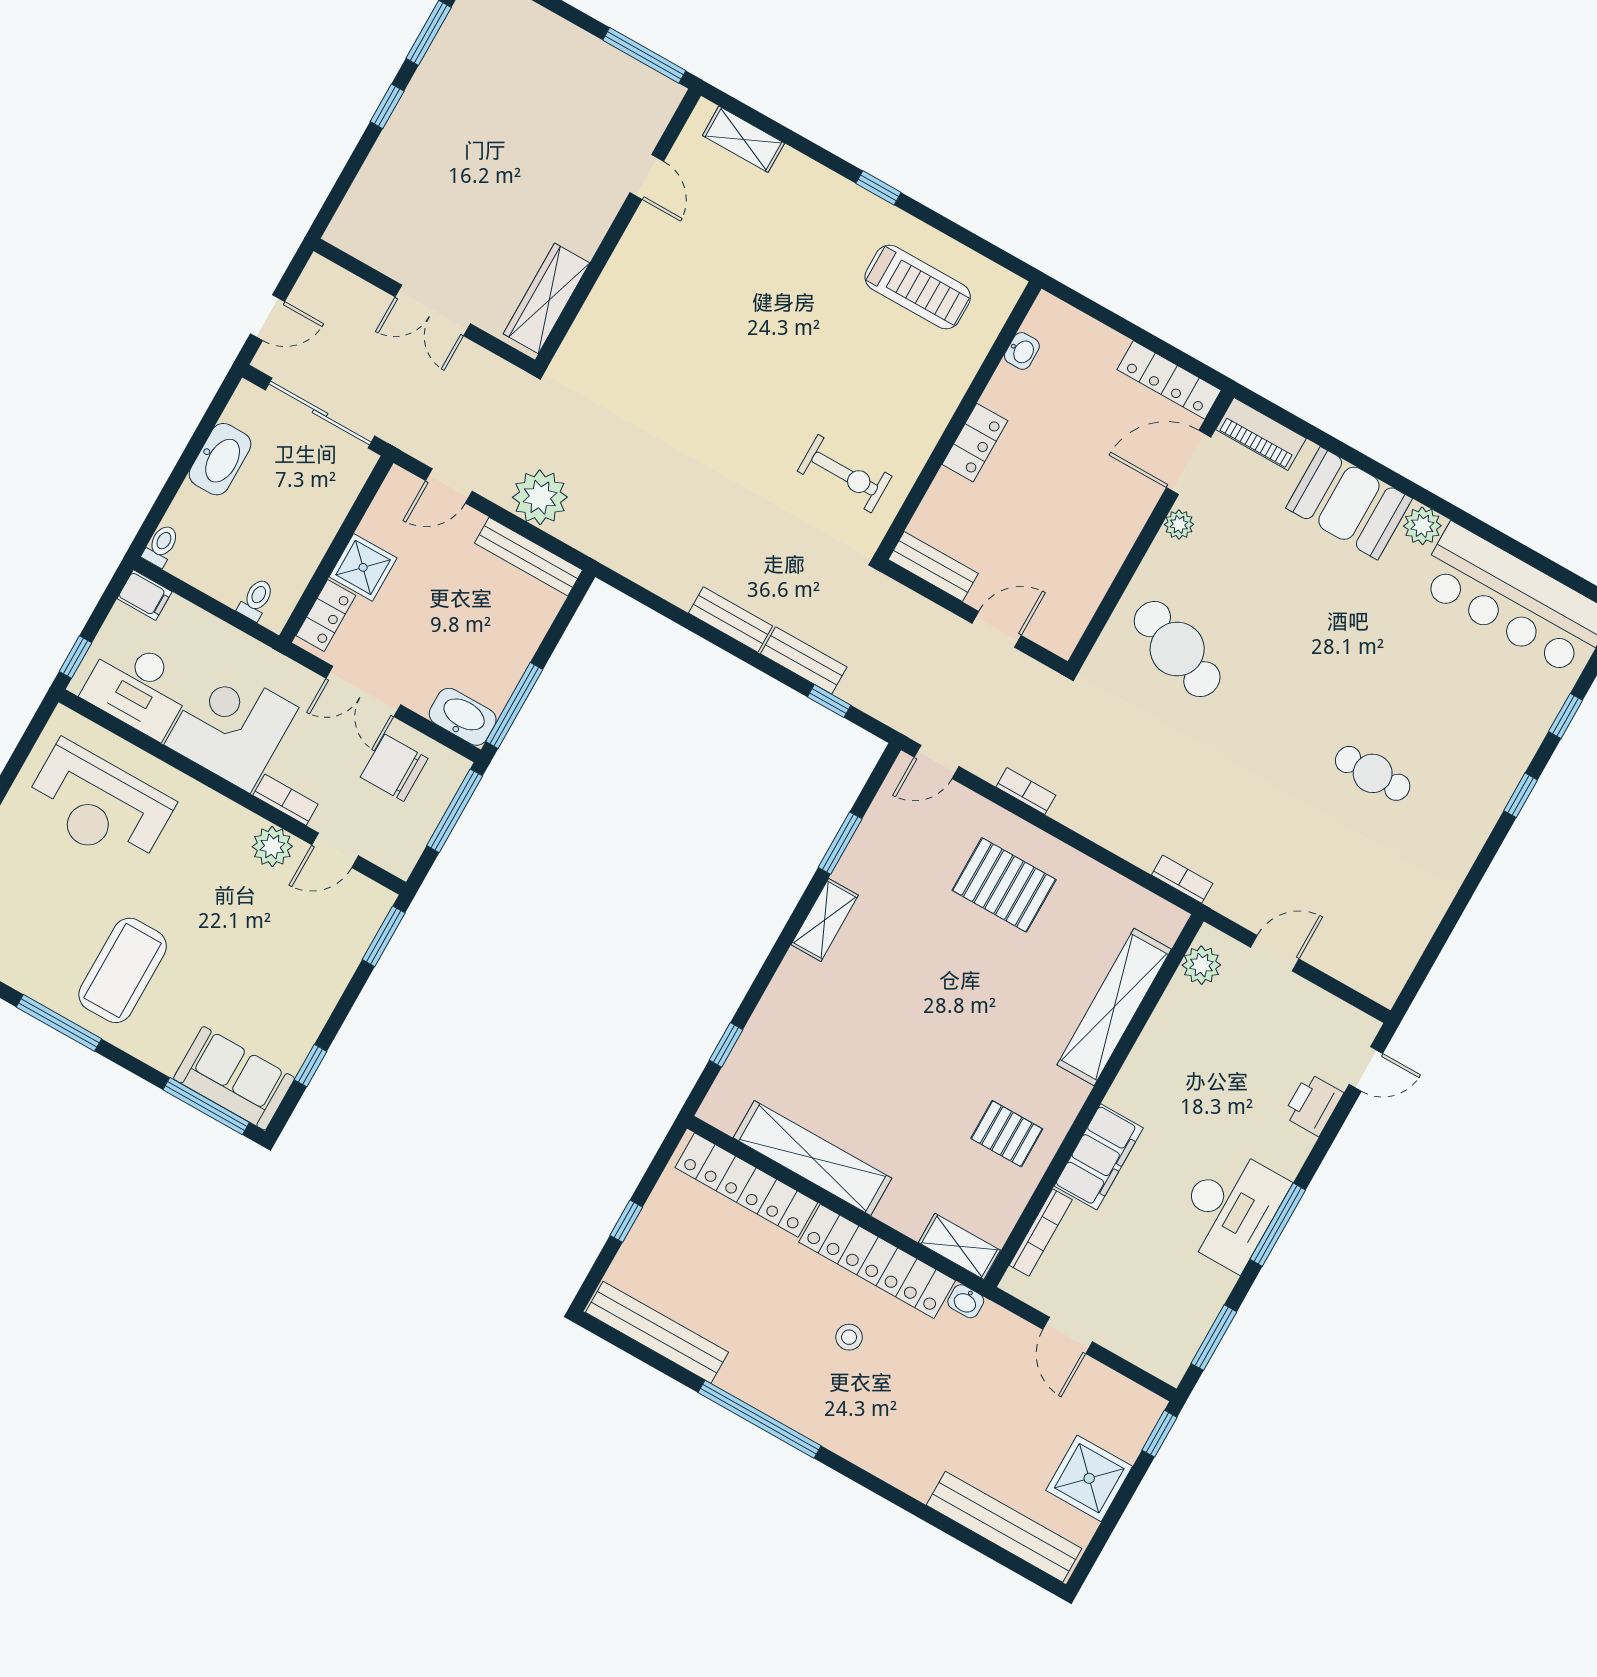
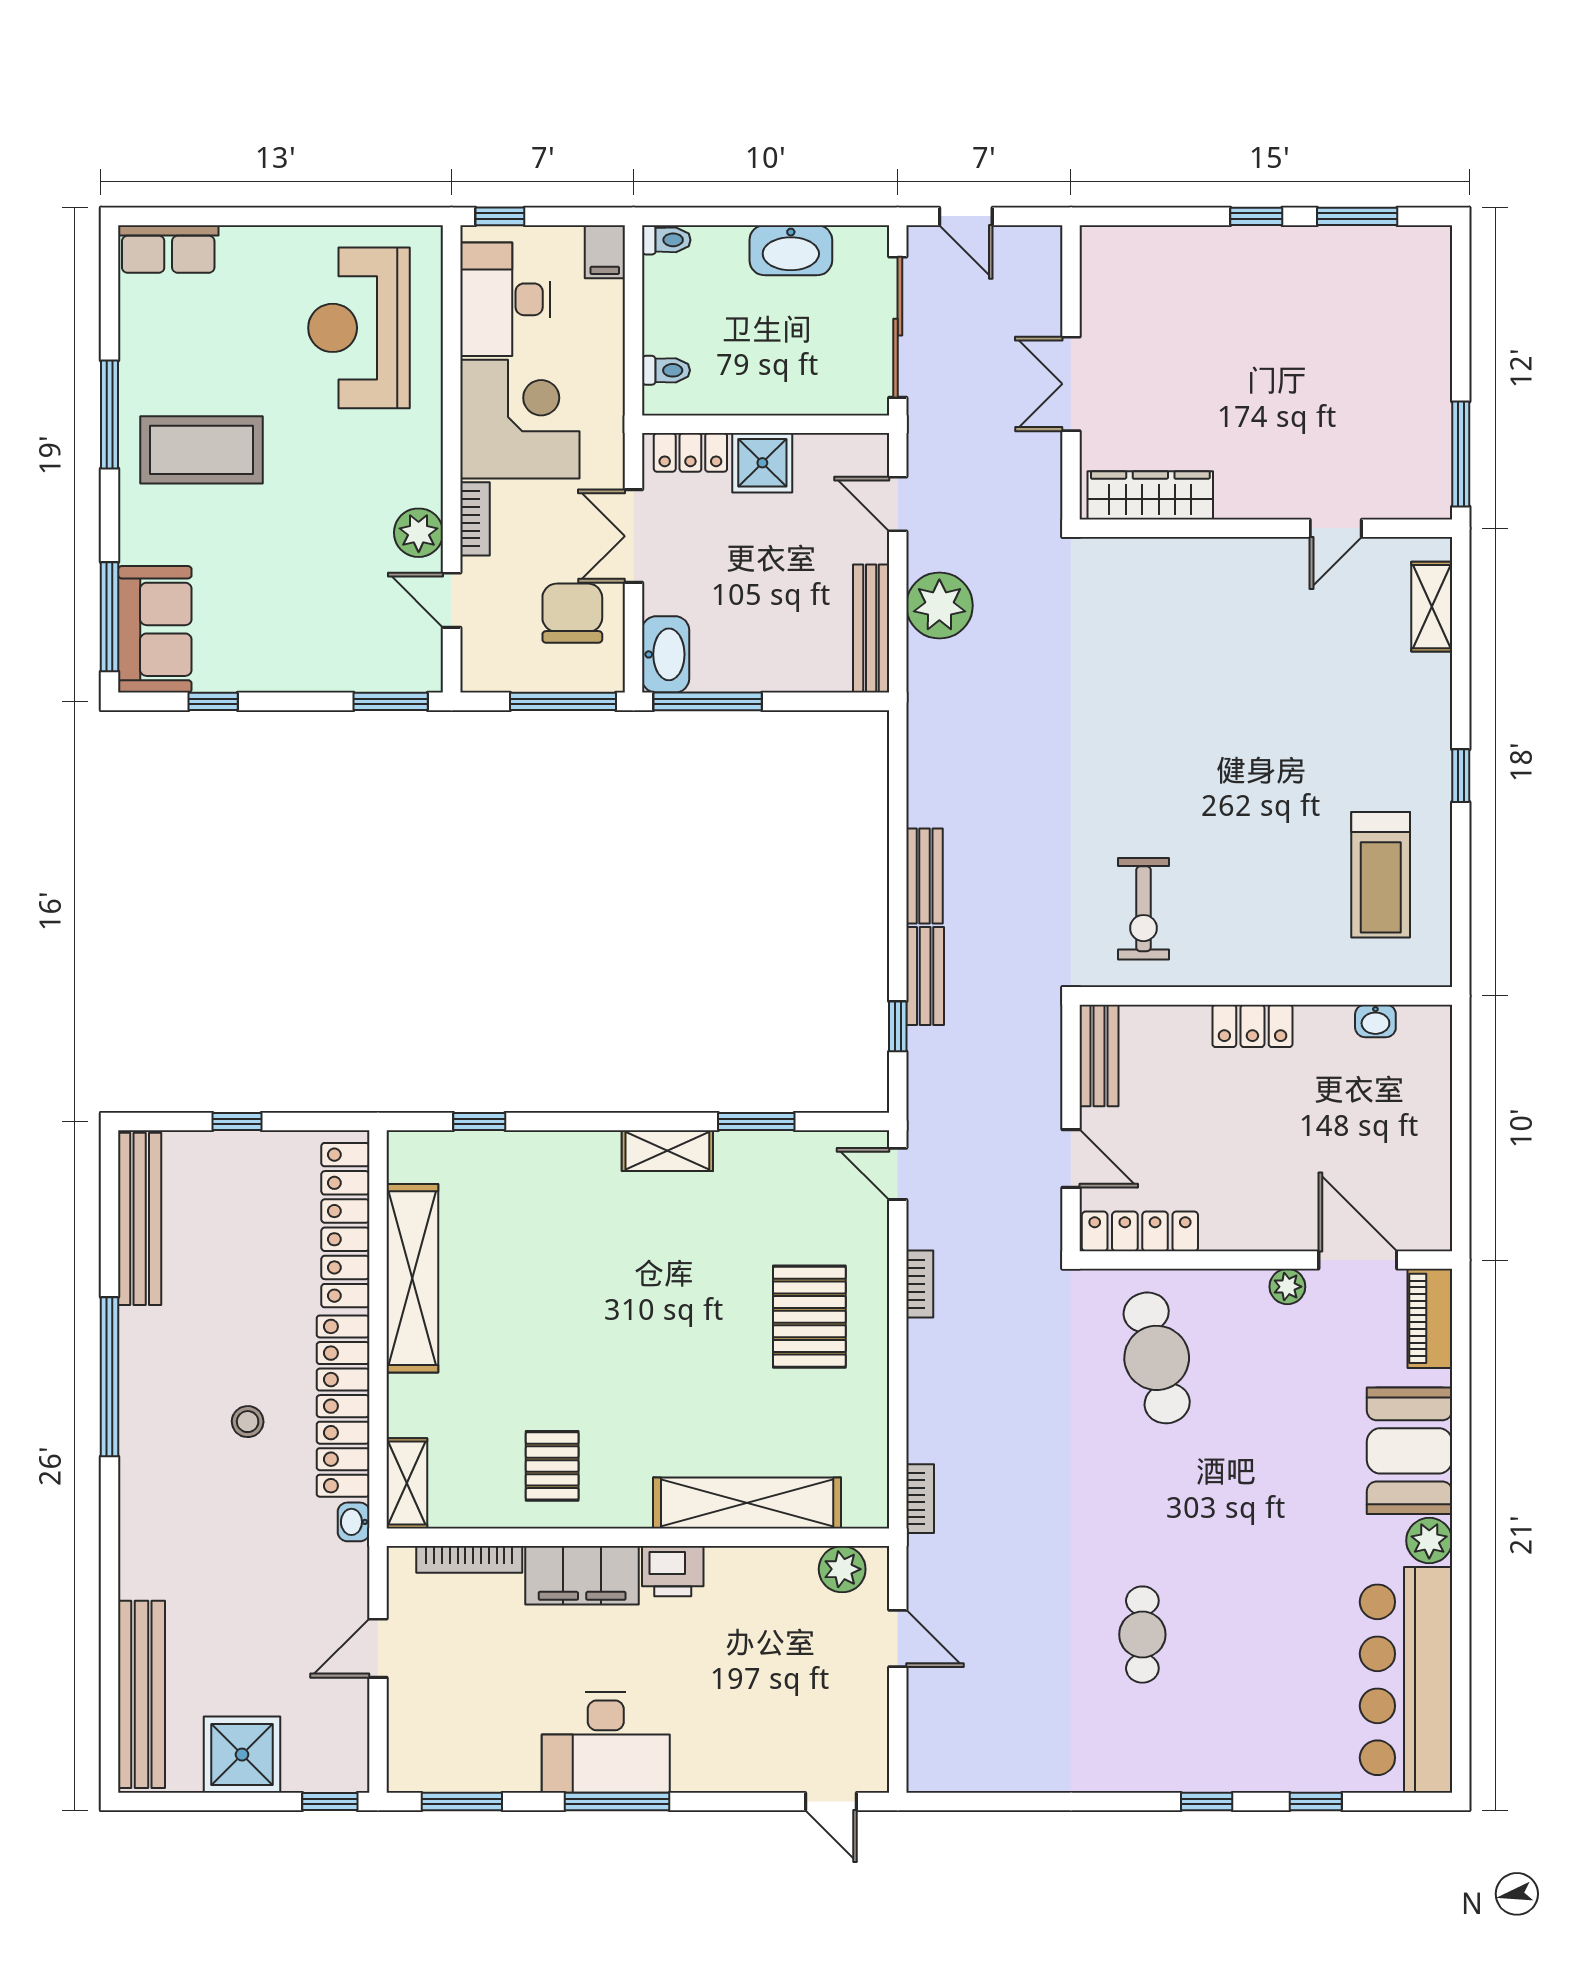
locker: (1169, 380) -> (1140, 1231), moved, turned 90
cafe table: (1177, 649) -> (1157, 1358), turned -34
printer: (1313, 1104) -> (673, 1571), moved, turned 180

